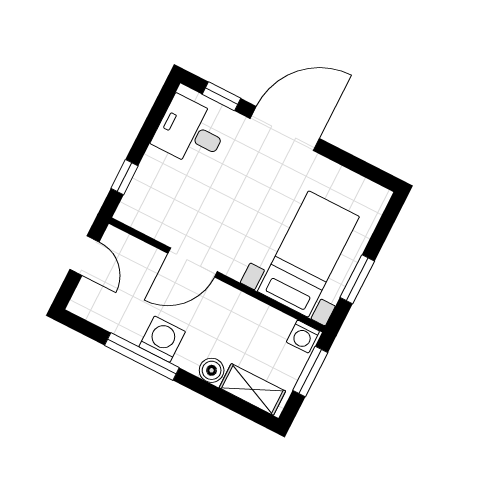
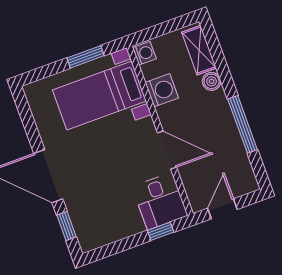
desk: (190, 132) -> (160, 201), moved
washing machine: (162, 339) -> (162, 90), moved, turned 180
window: (310, 371) -> (158, 30), removed

